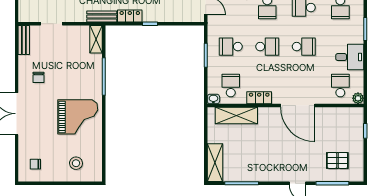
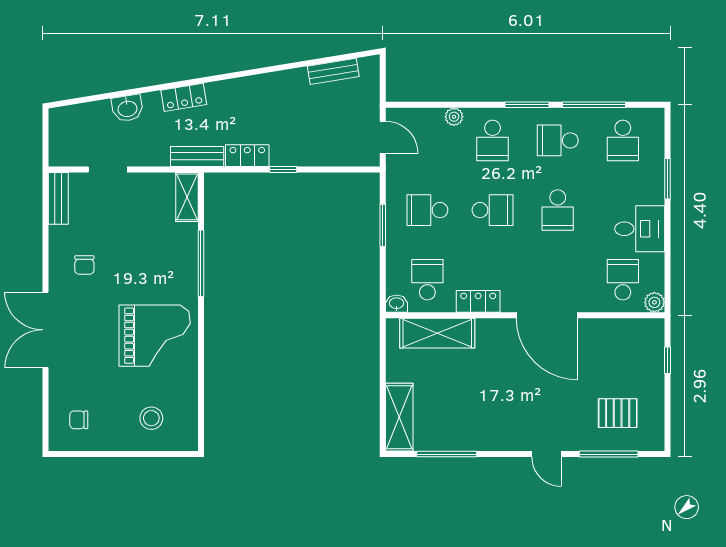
school desk: (304, 47) -> (558, 210), turned 90

